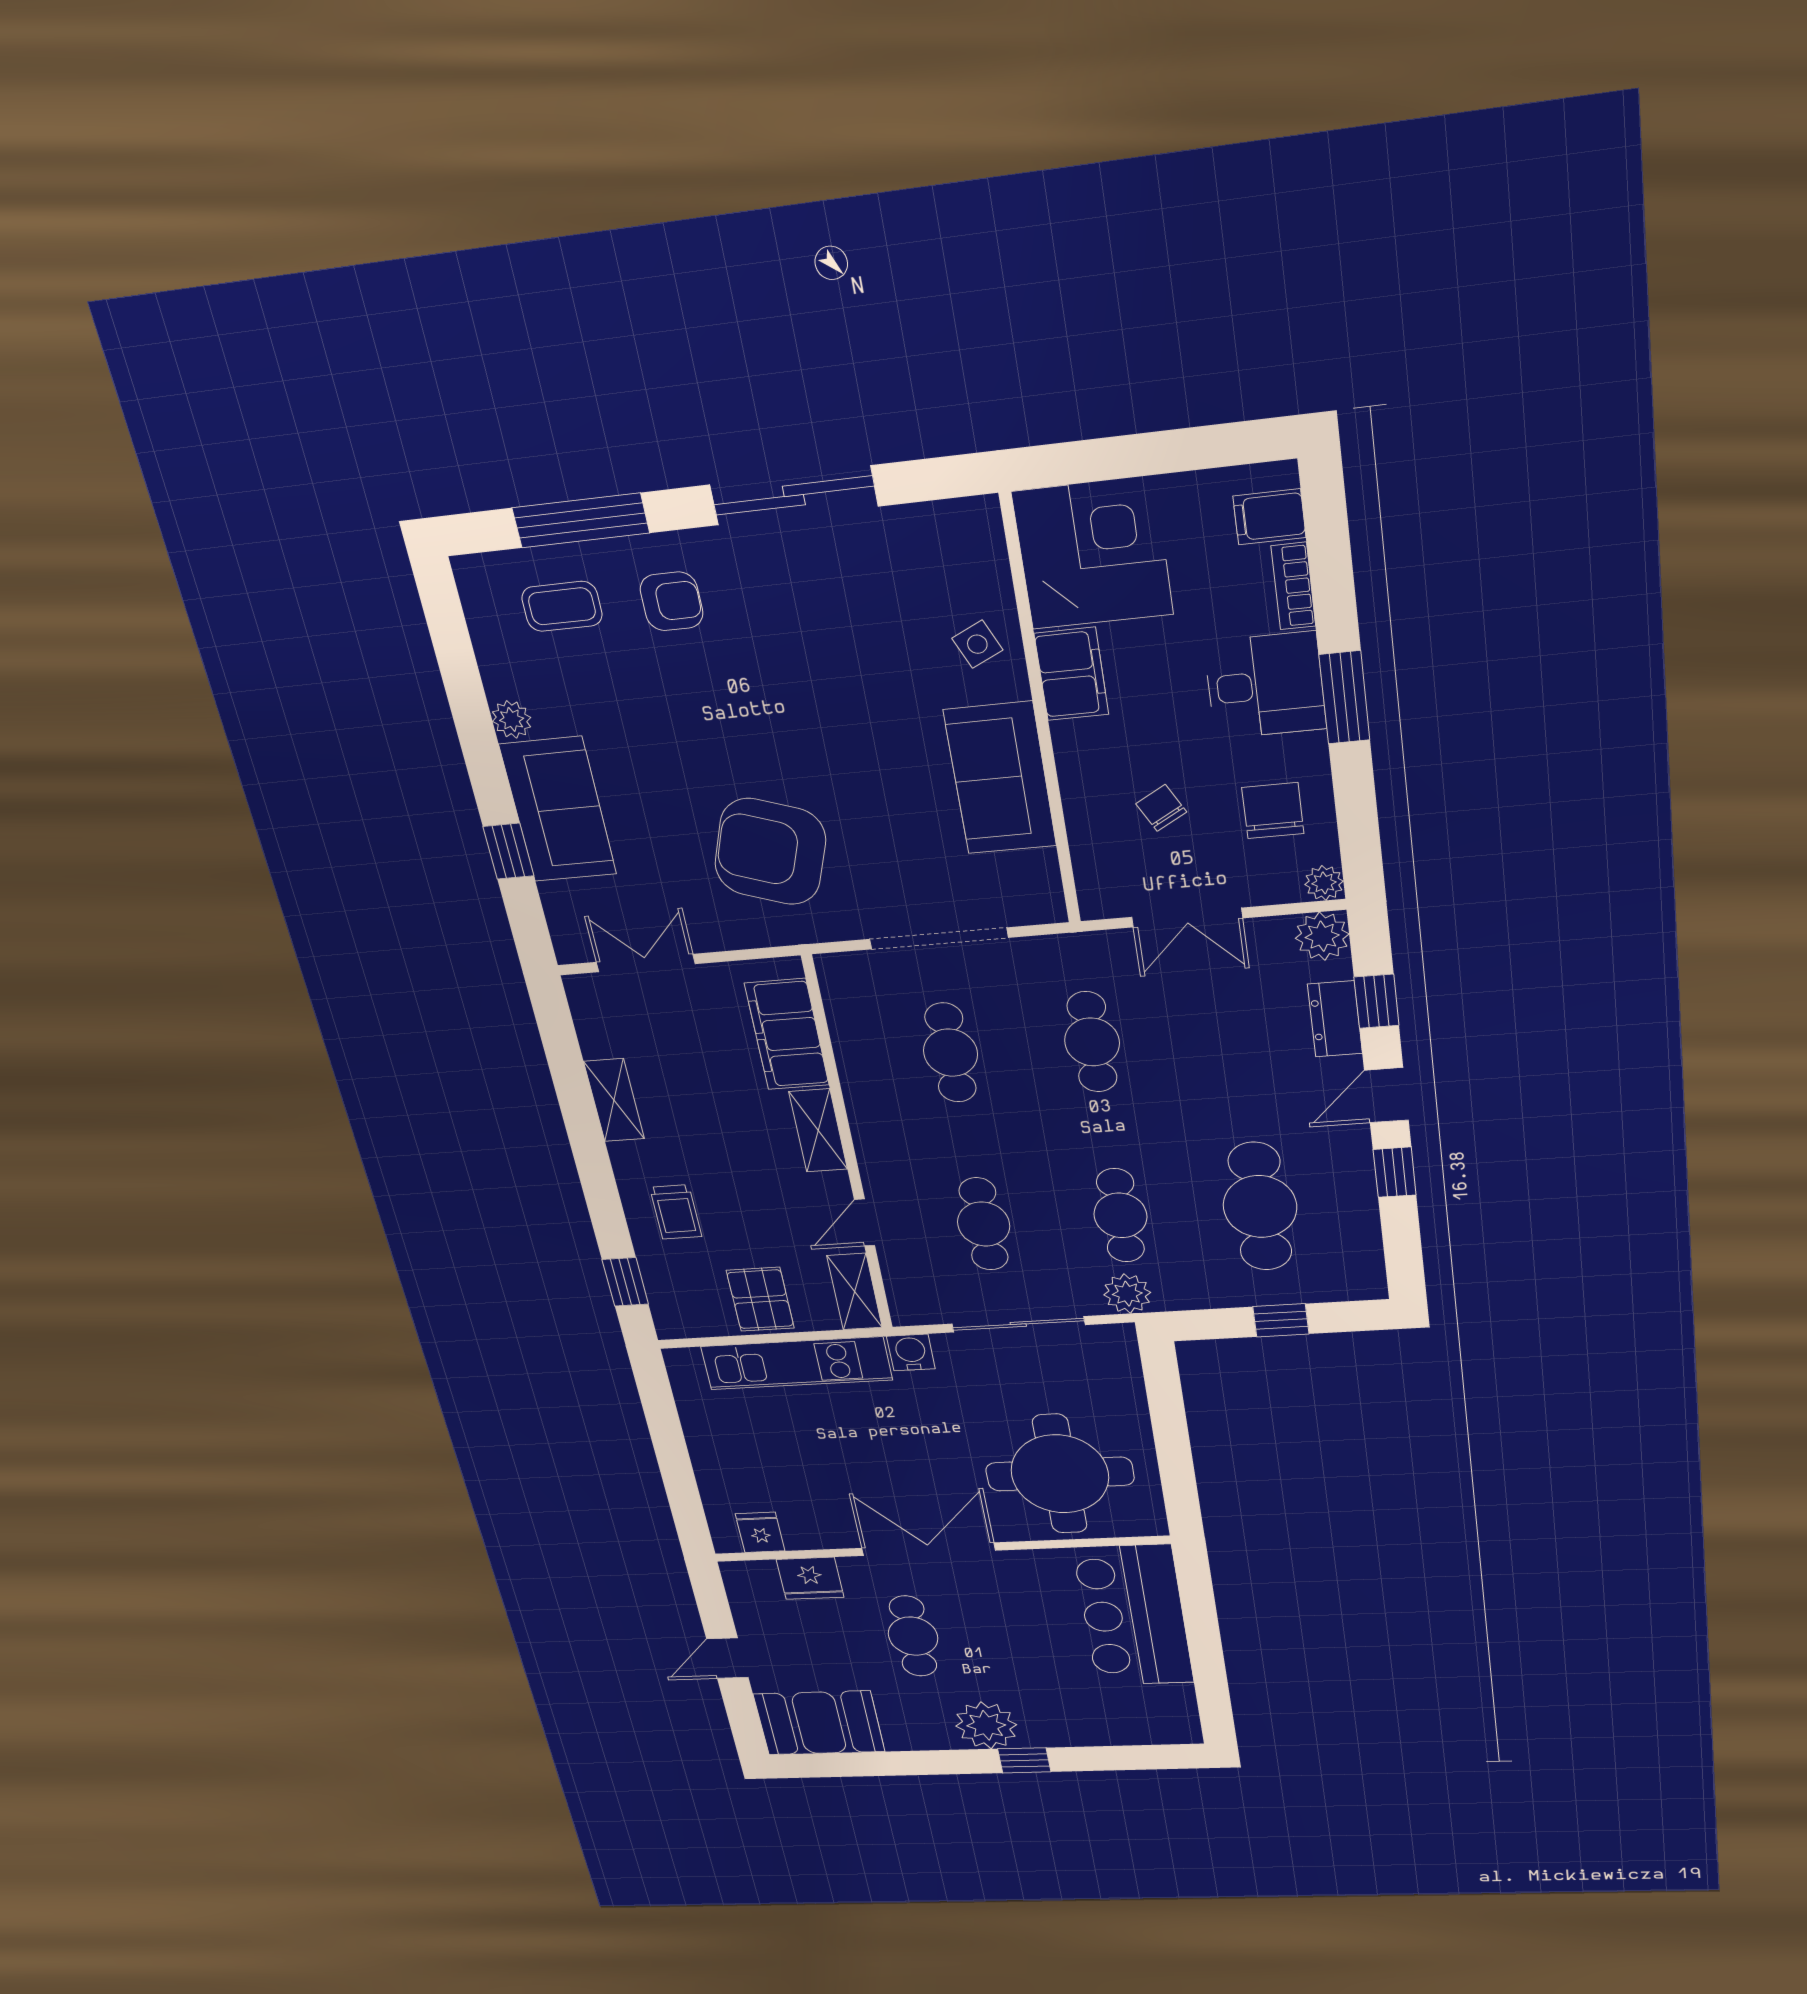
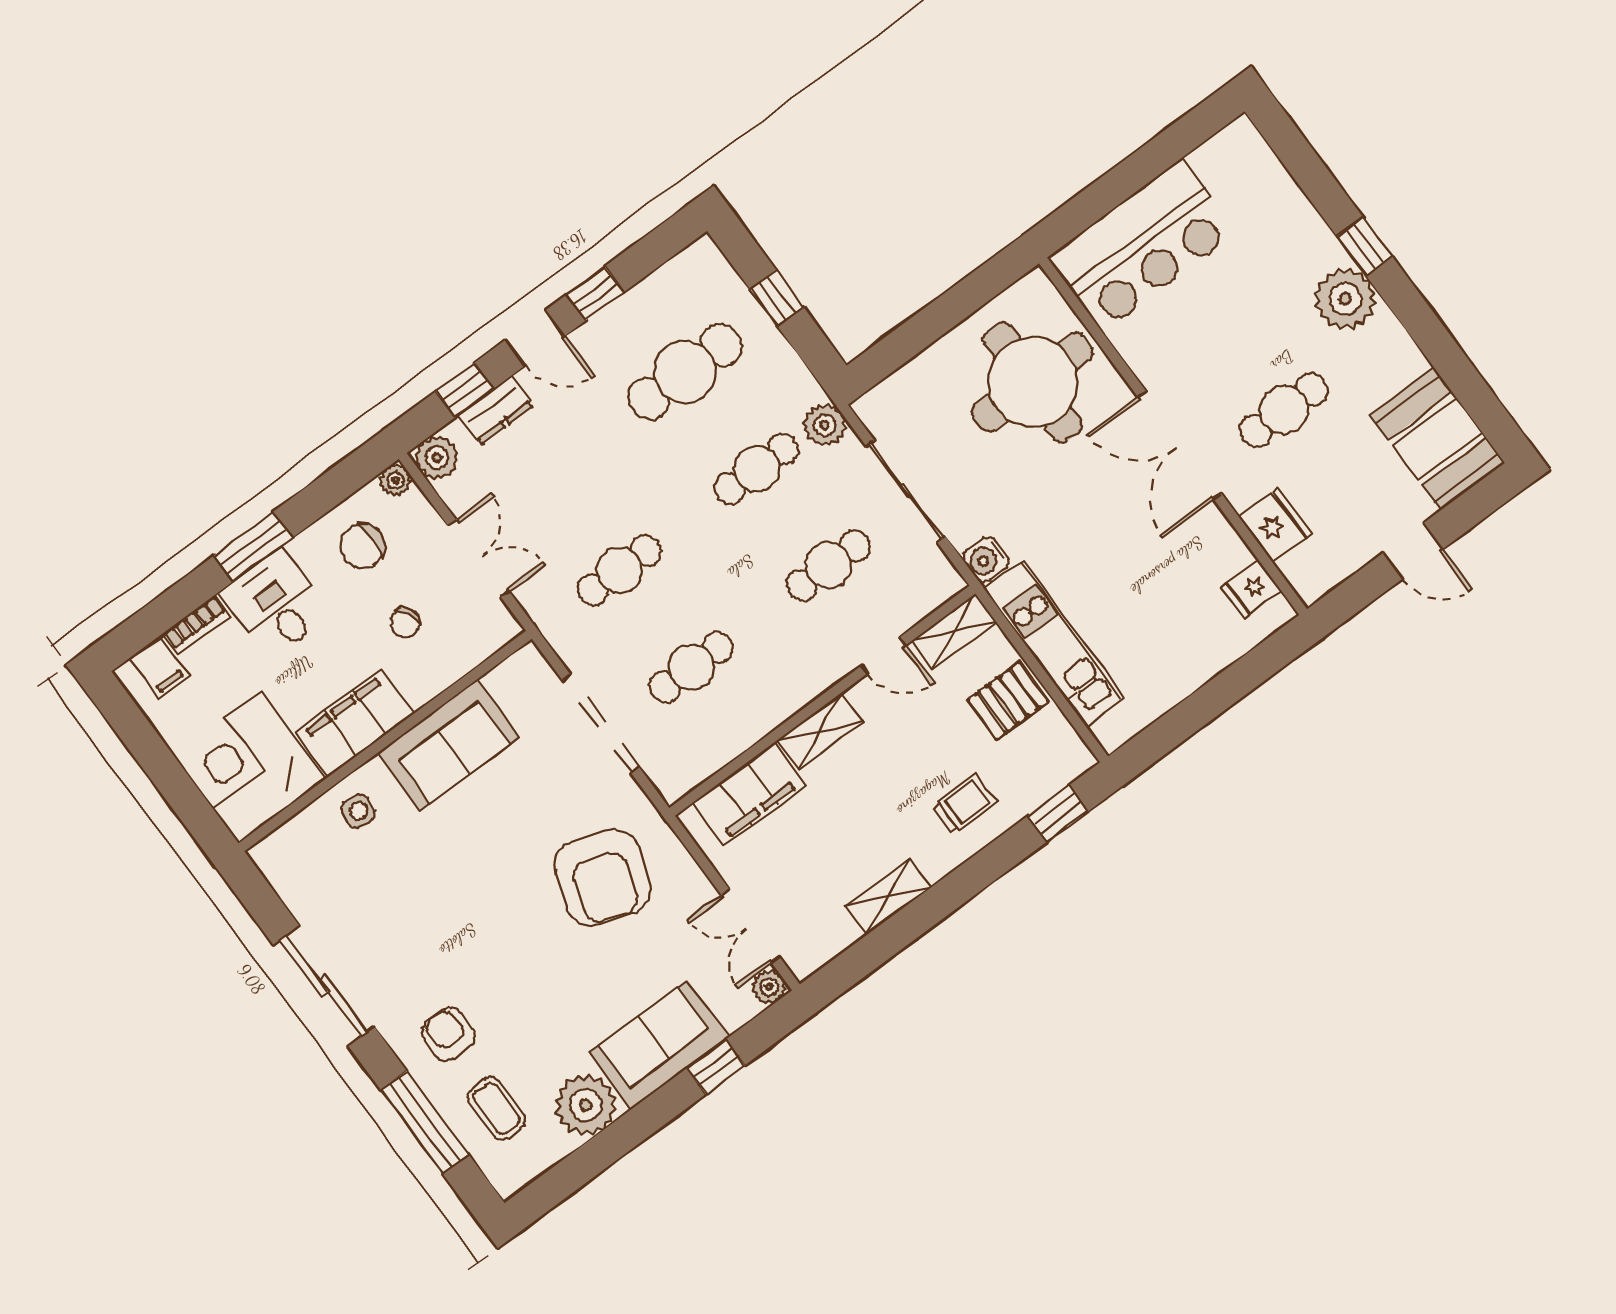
side table: (977, 644) -> (358, 811), turned 35
filing cabinet: (1071, 674) -> (355, 723), width x1.50, depth x1.17
plant: (512, 719) -> (586, 1105), width x1.88, depth x1.88
plant: (572, 946) -> (769, 987), added

